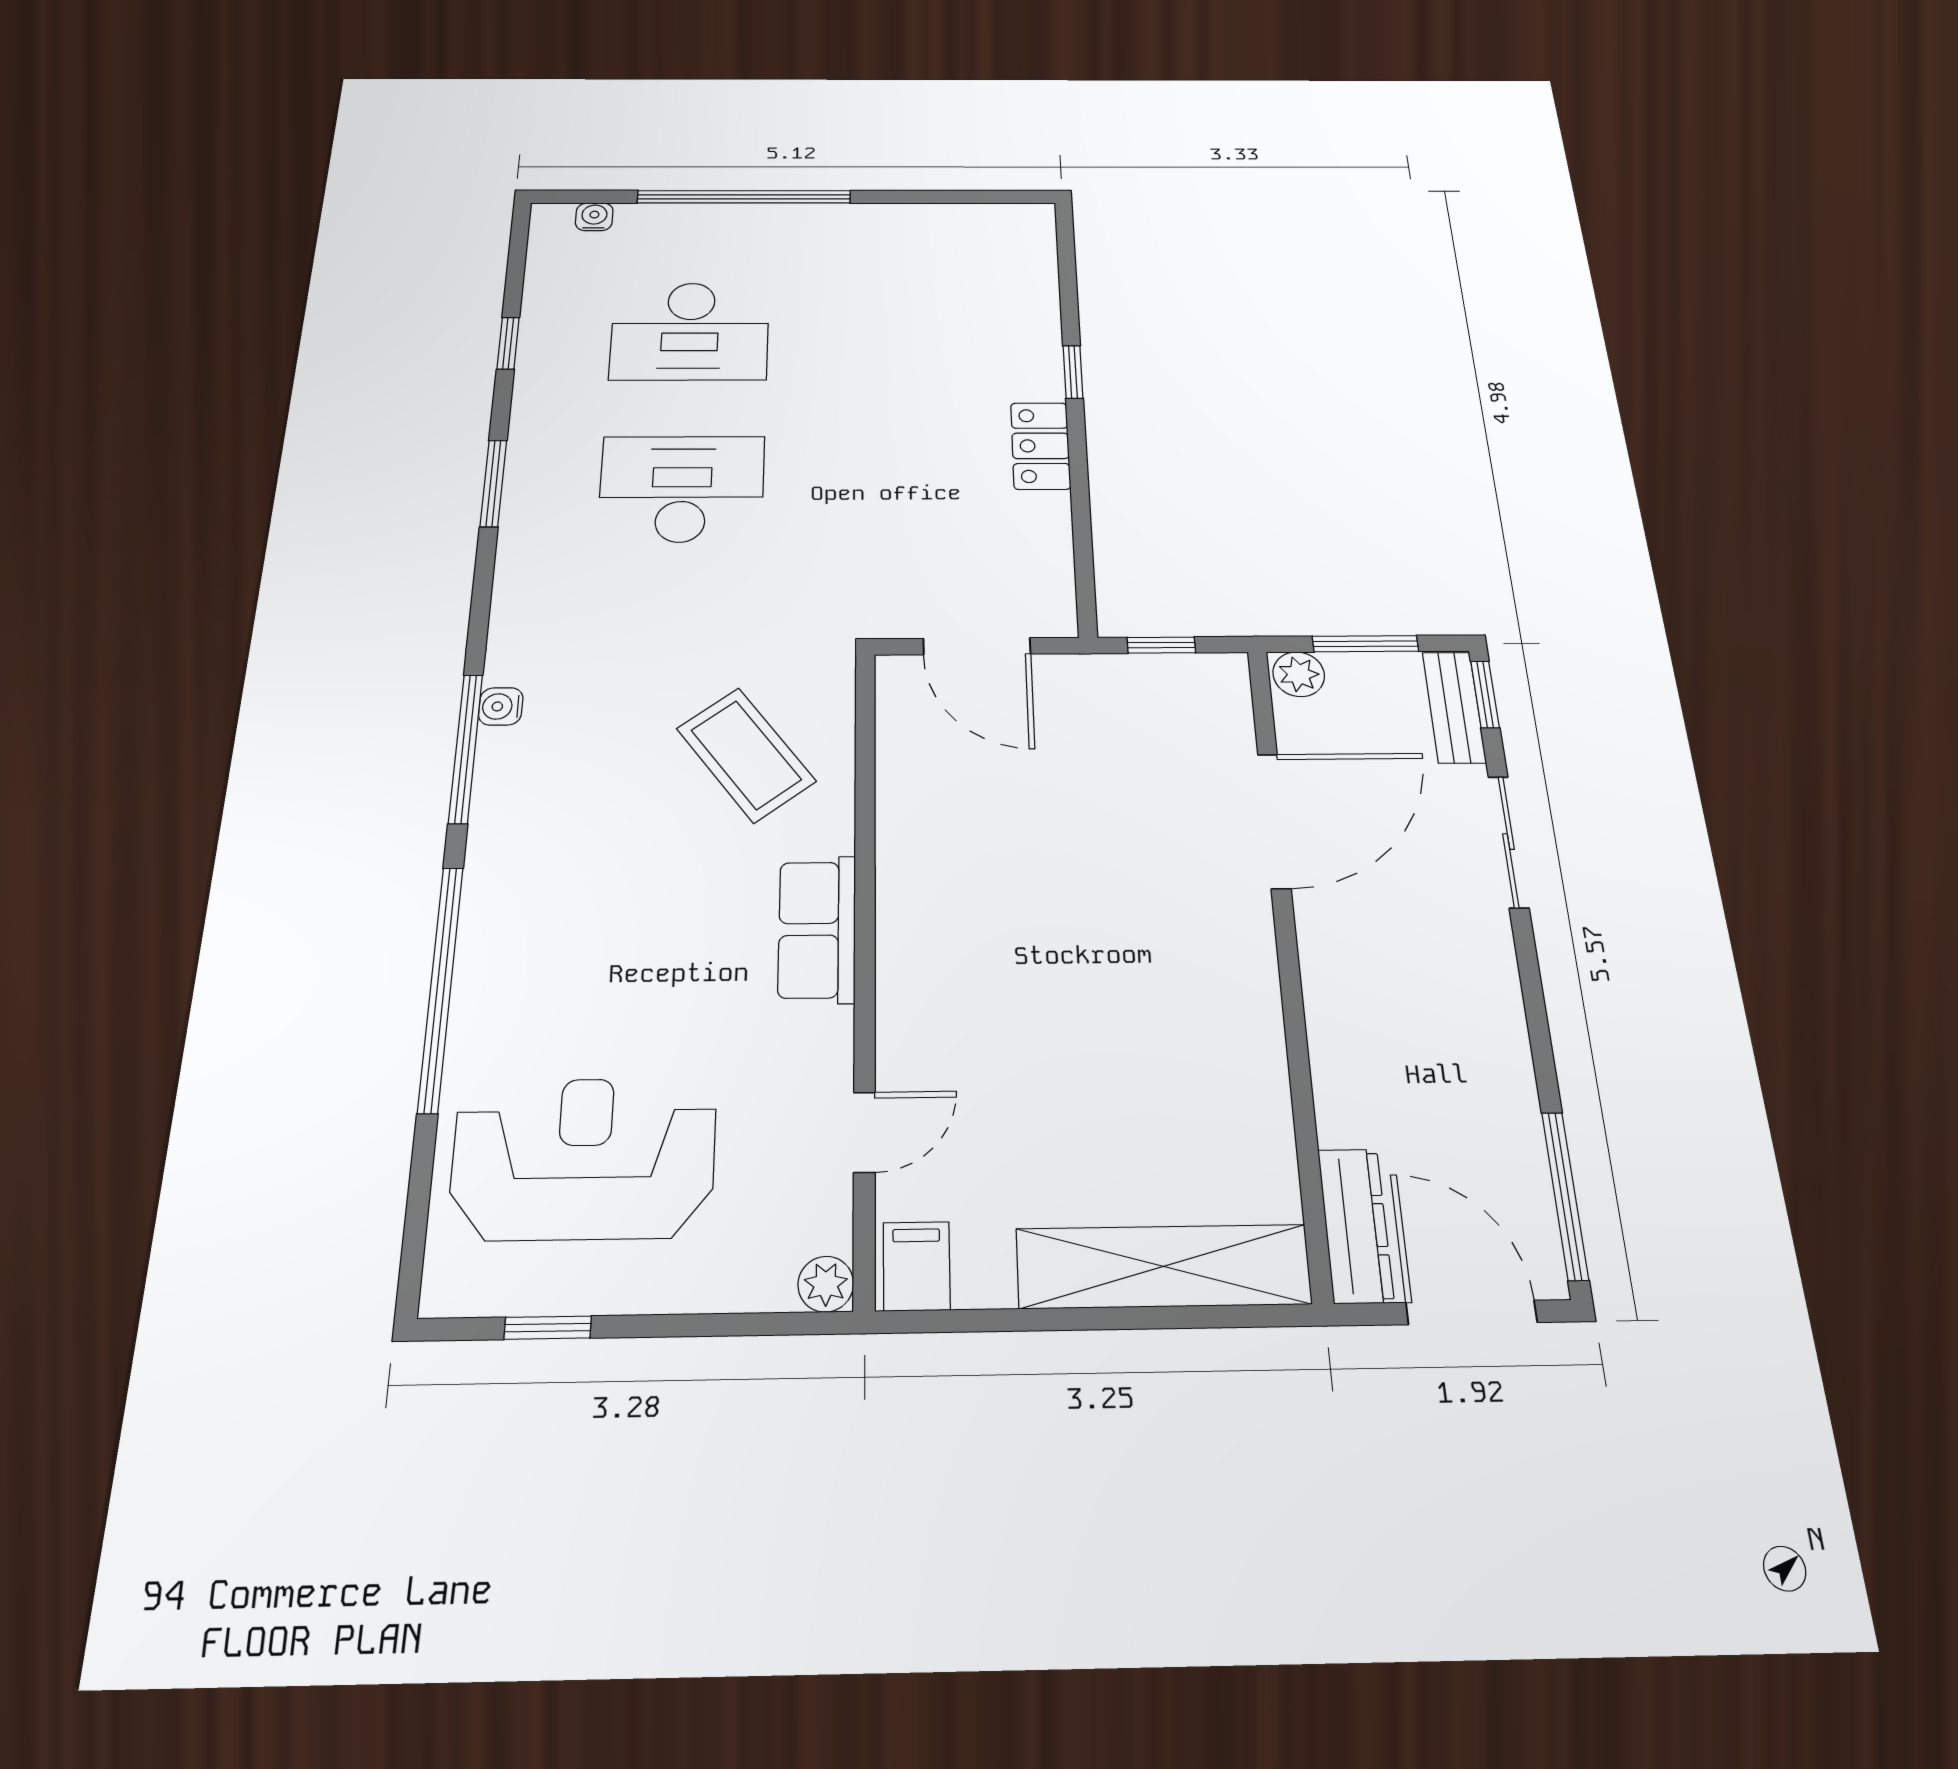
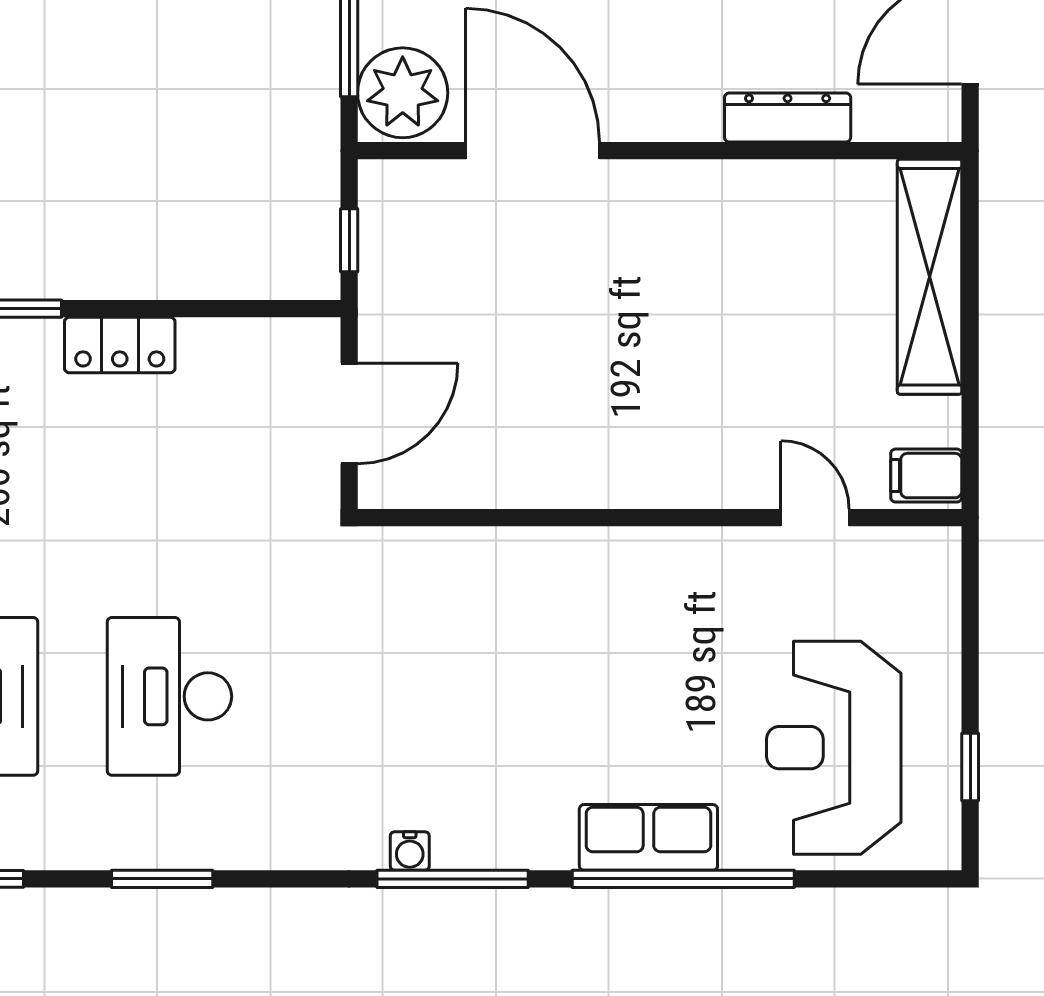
plant: (1299, 674) -> (403, 93), width x1.87, depth x1.87
coffee table: (746, 755) -> (462, 626), removed
row of seats: (817, 929) -> (648, 837), moved, turned 180
dresser: (1356, 1225) -> (788, 118), moved
plant: (826, 1284) -> (940, 548), removed

